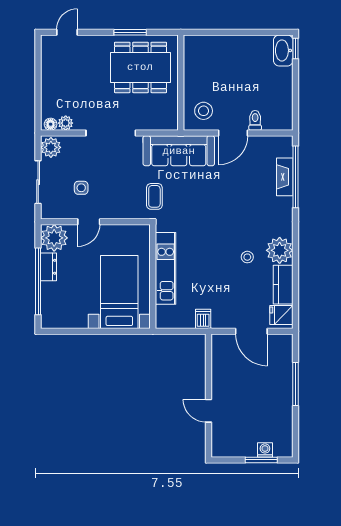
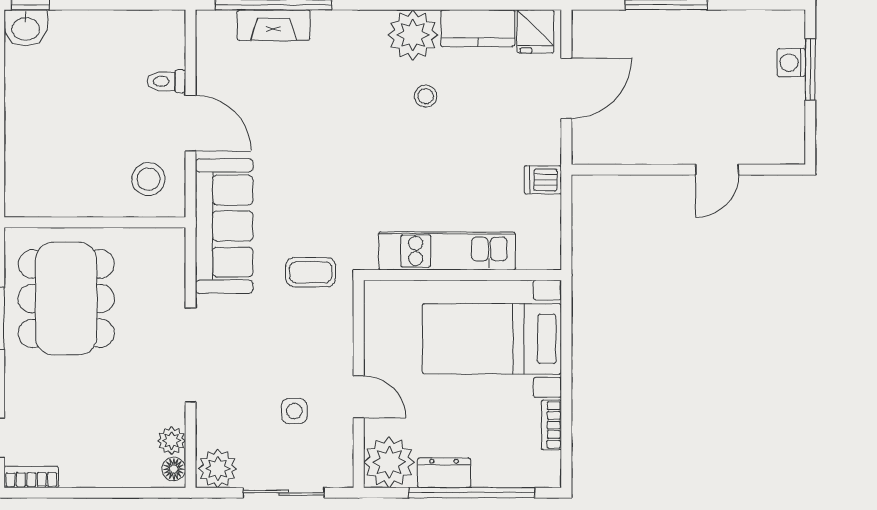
bookcase: (46, 49) -> (31, 477), added
washbasin: (283, 50) -> (26, 28), width x0.72
bookcase: (74, 323) -> (551, 425), added

